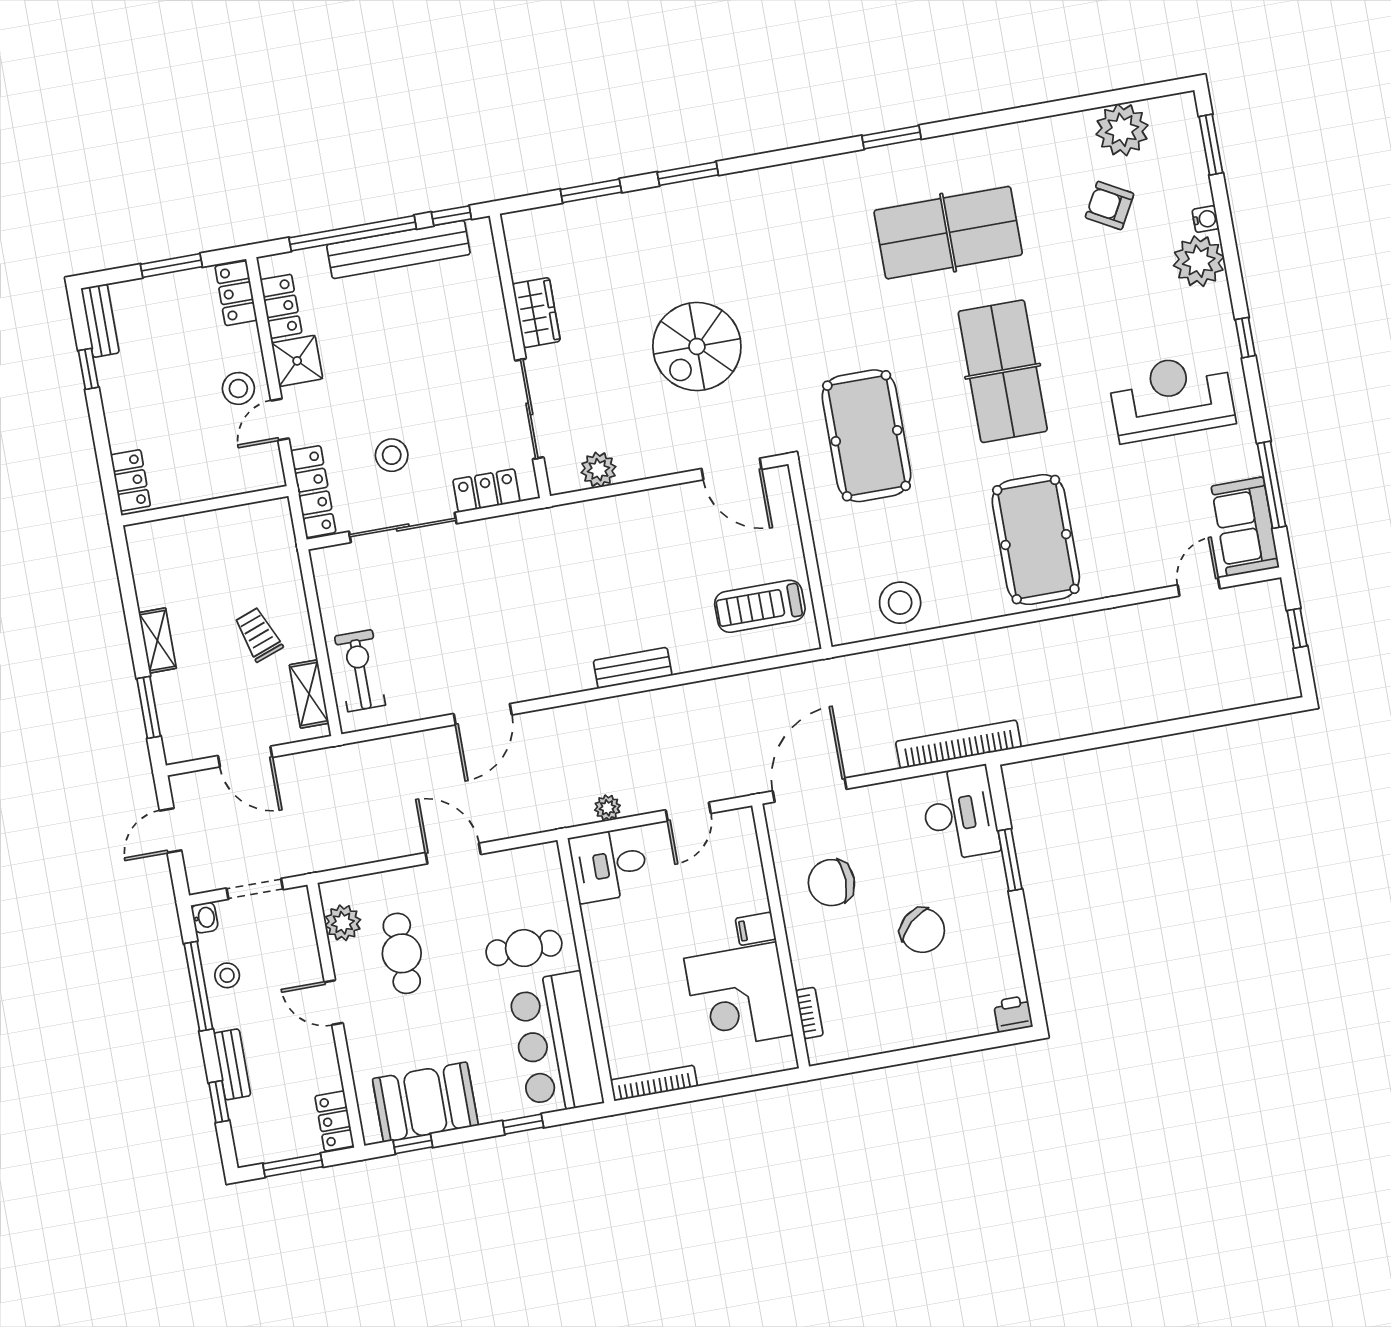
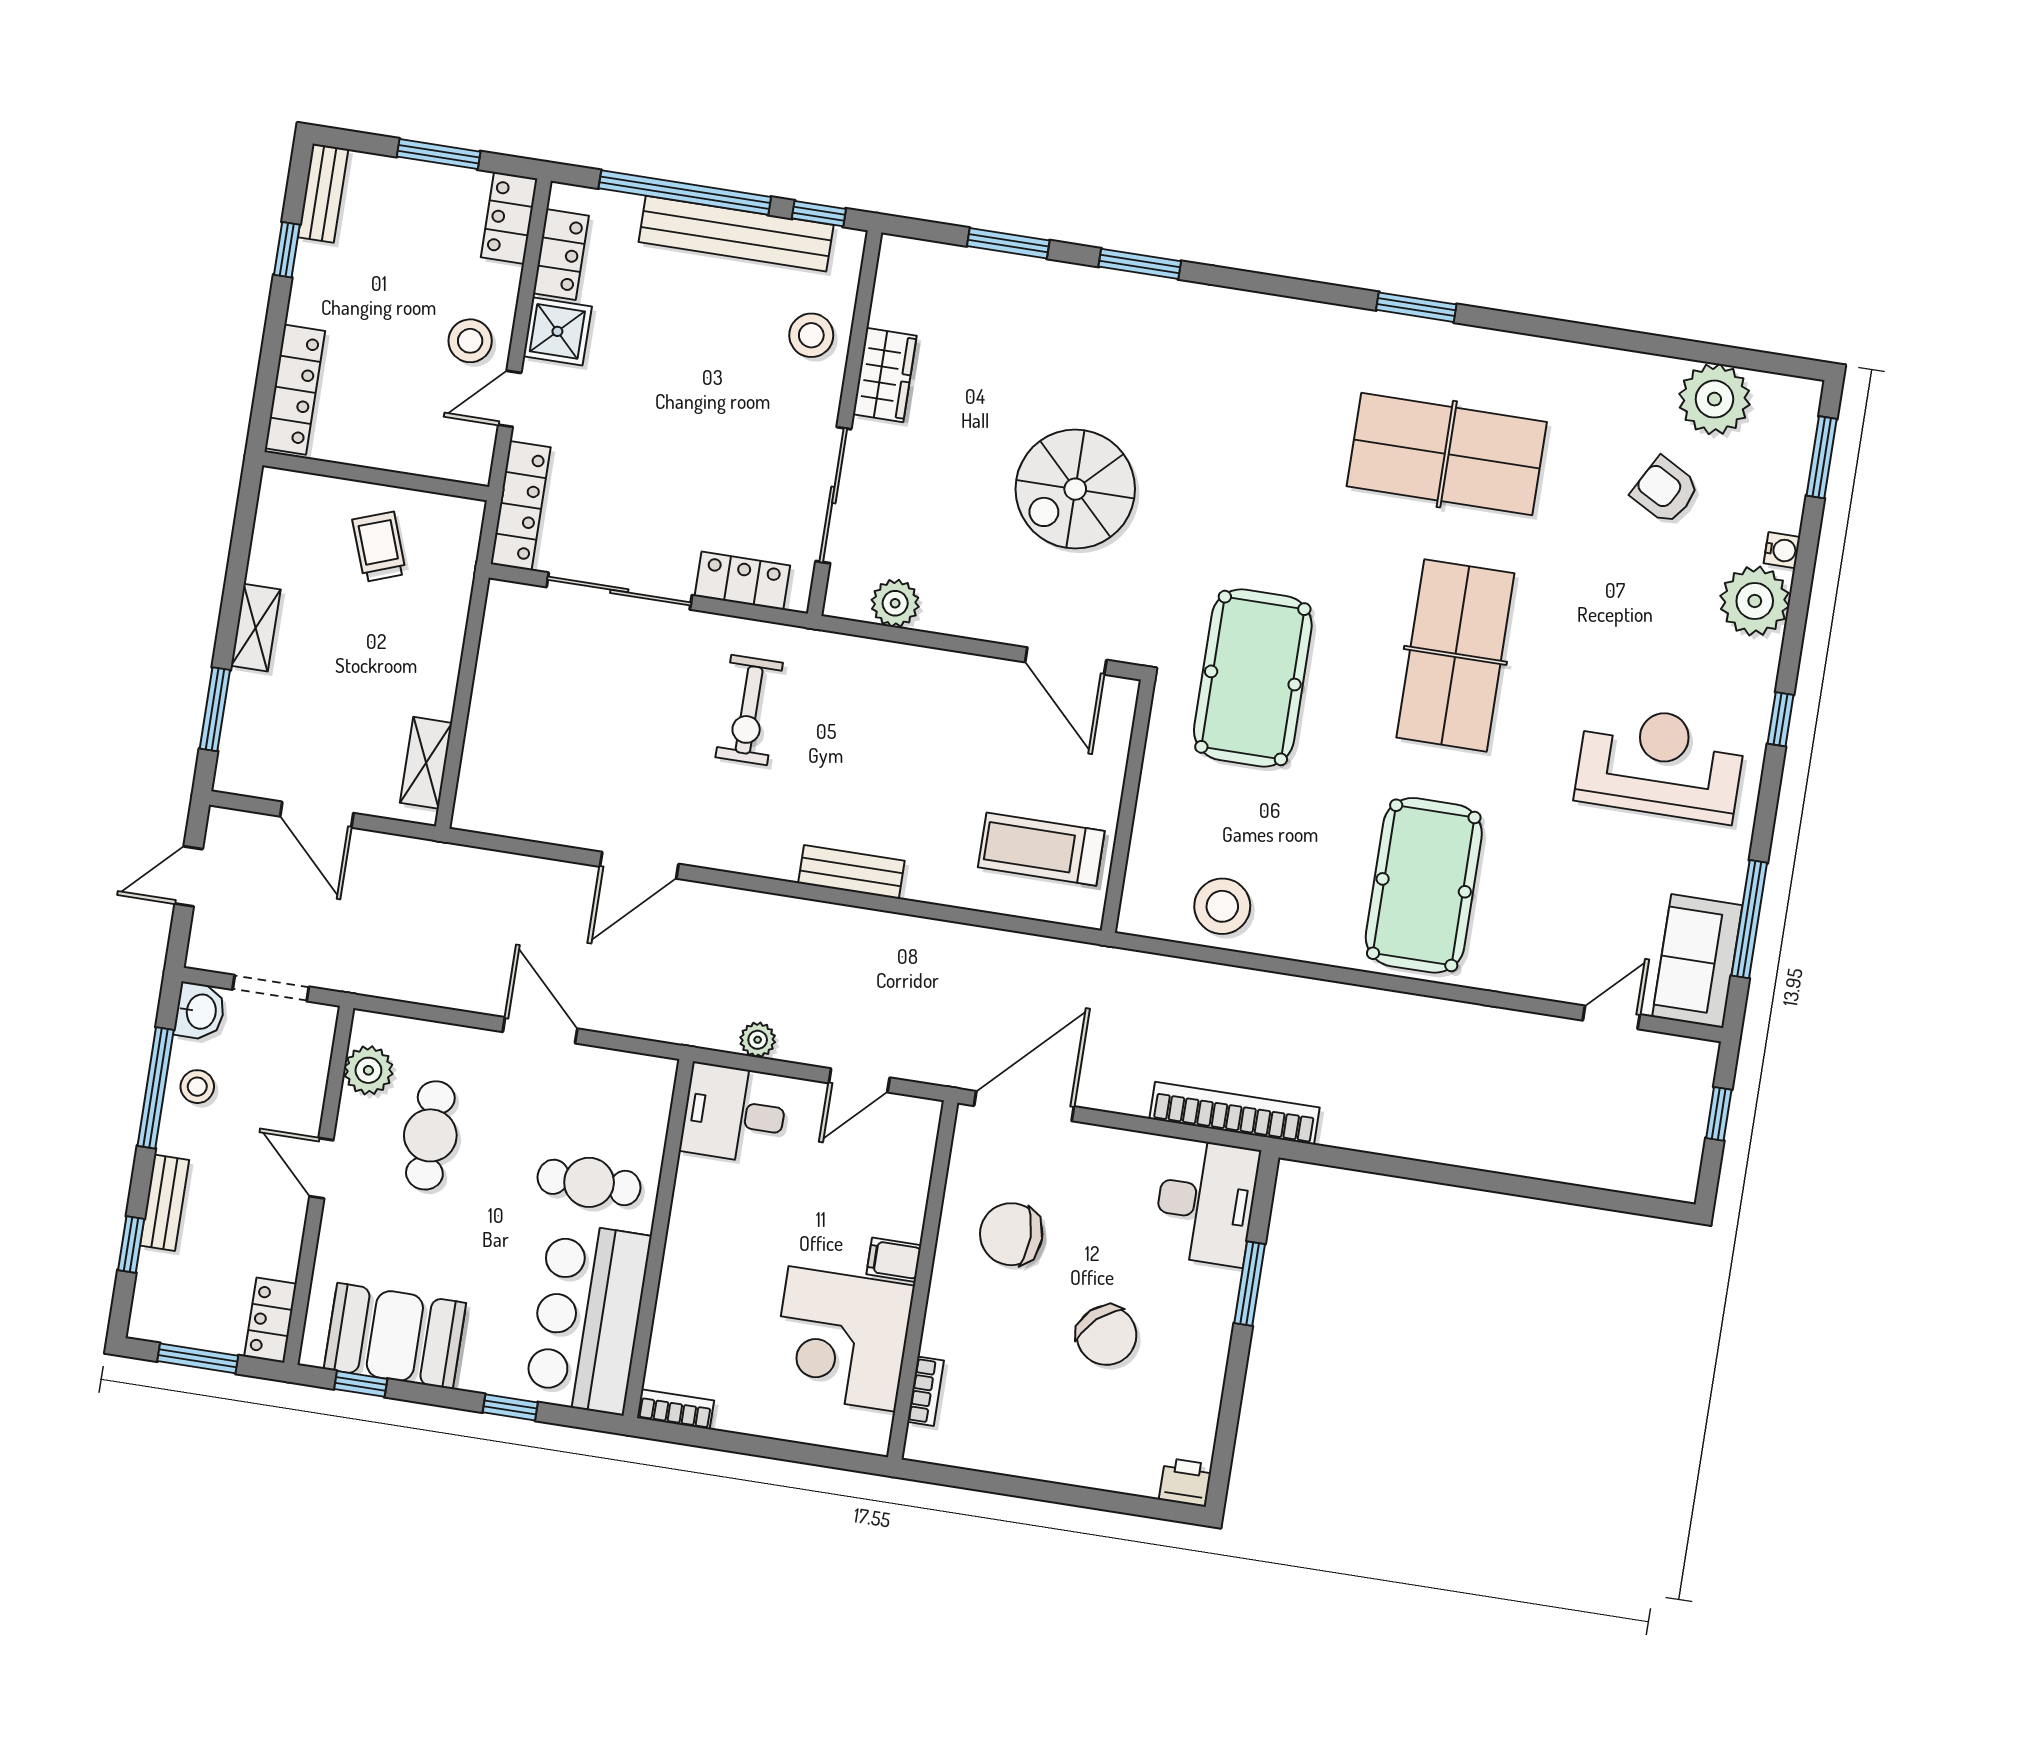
stool: (392, 455) -> (811, 335), moved
locker: (130, 480) -> (295, 390), width x1.53
trolley: (258, 634) -> (379, 547), moved
exercise bike: (360, 671) -> (749, 710), moved, turned 180
washbasin: (205, 918) -> (200, 1011), width x1.38, depth x1.45
bookcase: (654, 1083) -> (675, 1409), width x0.64

